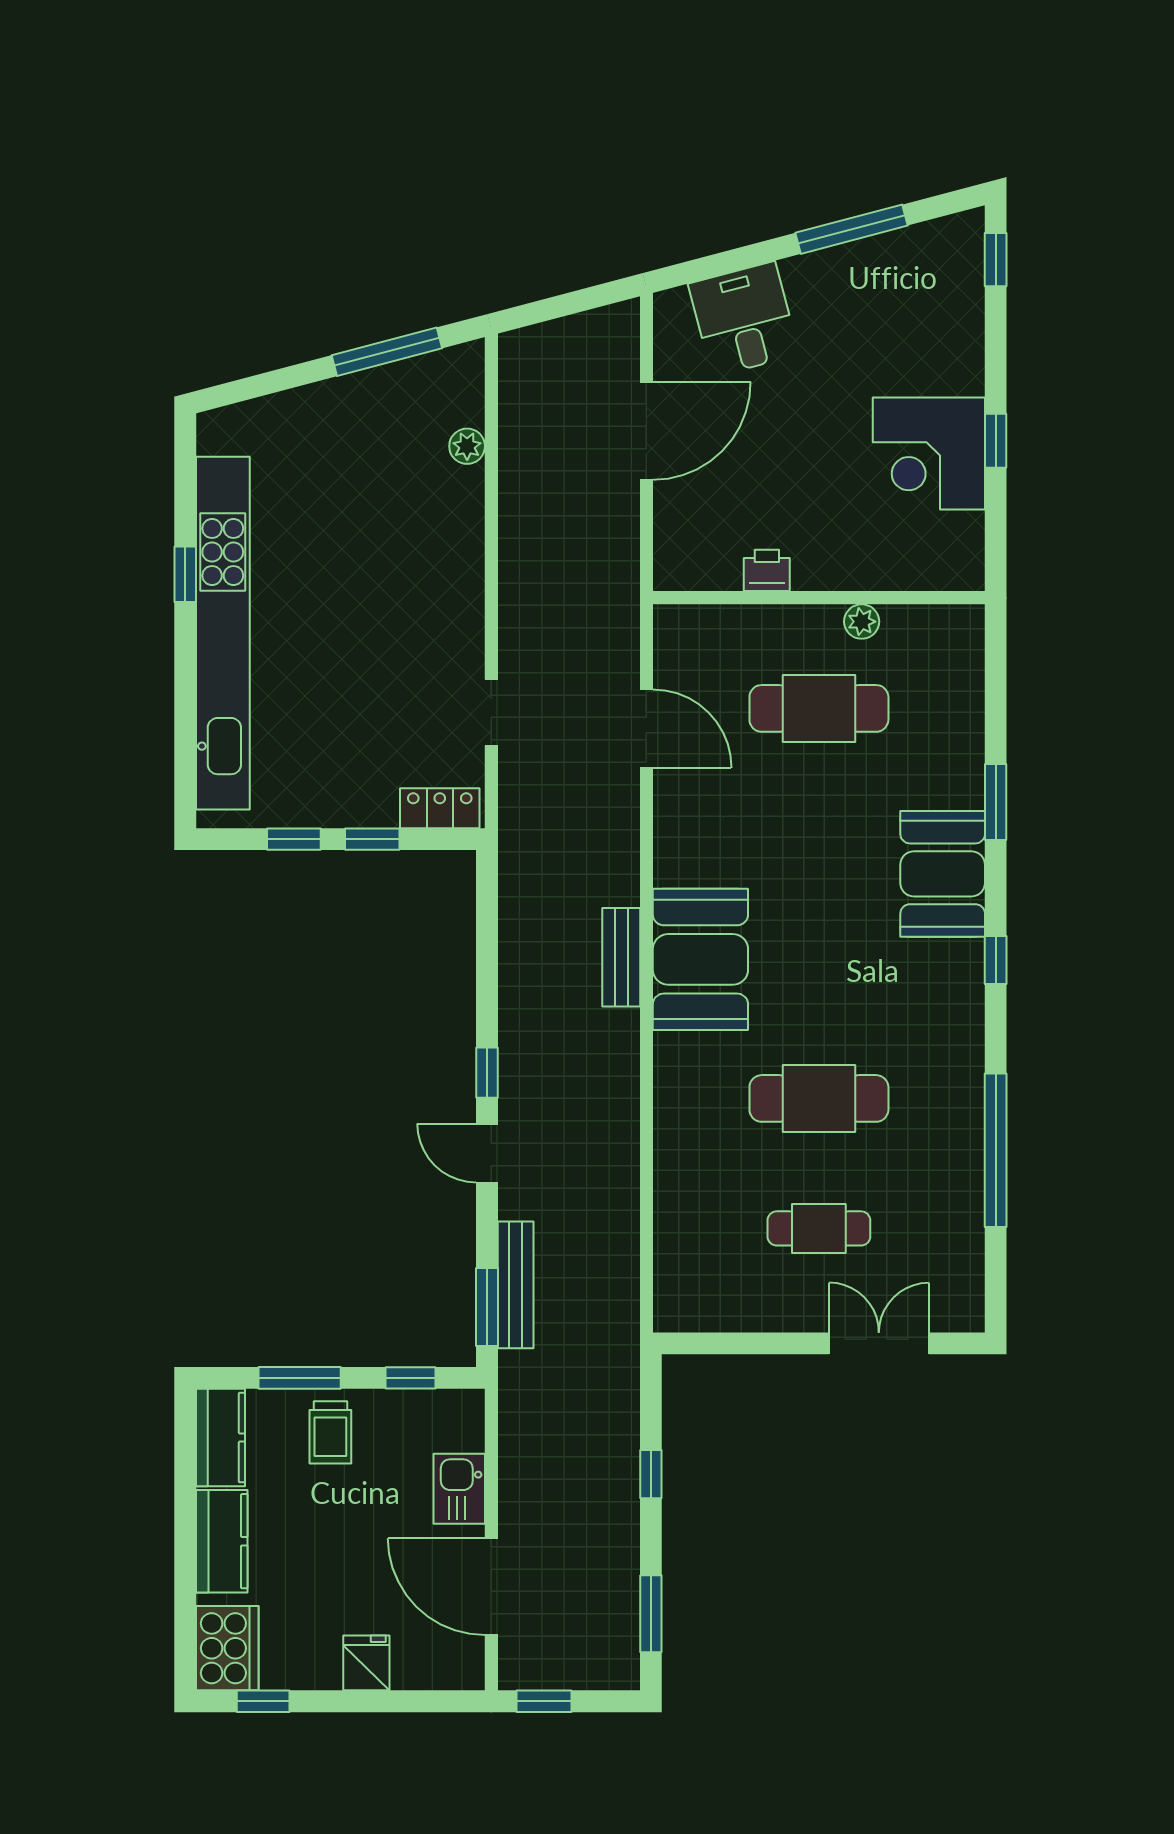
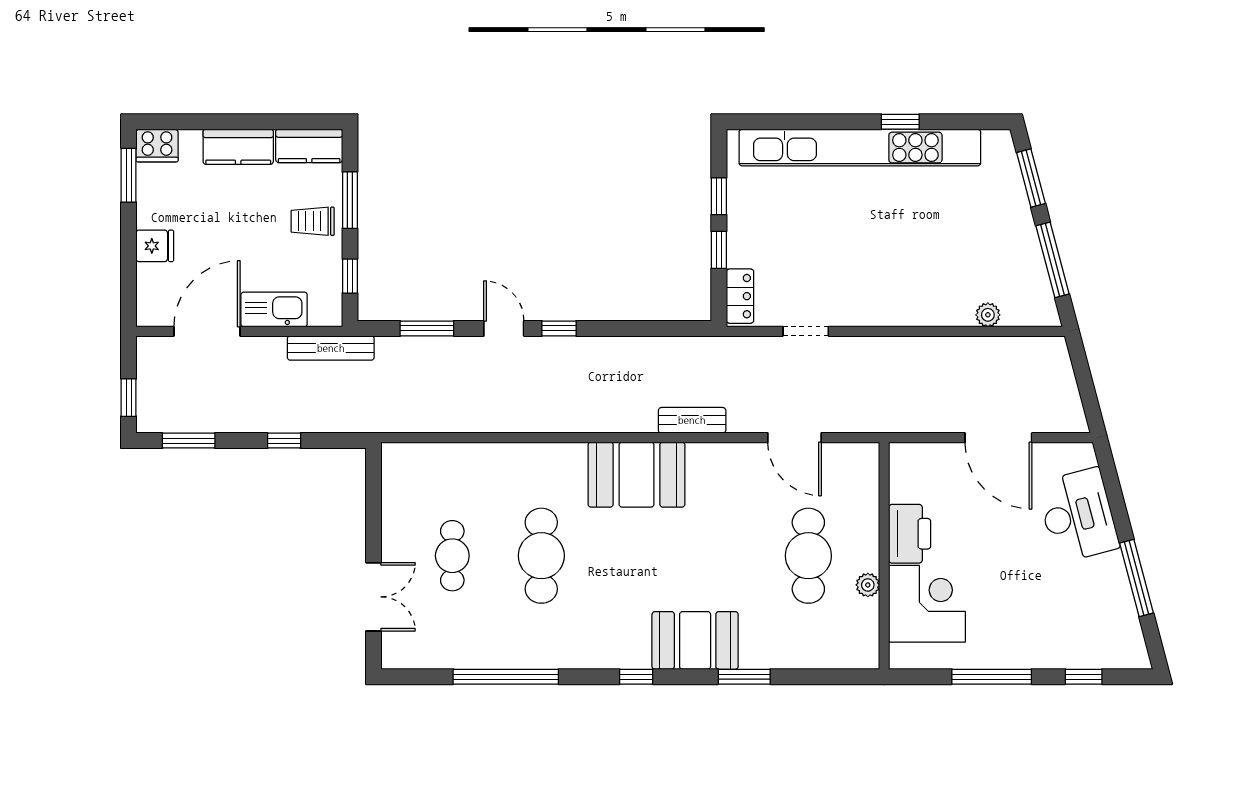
window: (996, 260) -> (1084, 677), moved
desk: (744, 319) -> (1078, 515), width x1.37
window: (267, 383) -> (1031, 178), added
window: (996, 441) -> (992, 677), width x2.17
corner desk: (929, 453) -> (927, 604), moved, turned 90
printer: (767, 570) -> (910, 534), width x1.87, depth x1.48
door: (646, 729) -> (795, 438), hinge flipped
bench: (621, 957) -> (692, 420), moved
door: (487, 1153) -> (504, 328), hinge flipped
bench: (516, 1285) -> (331, 348), moved
window: (487, 1307) -> (427, 328), moved
kitchen sink: (459, 1489) -> (274, 309), width x1.38
cooker: (227, 1648) -> (157, 146), width x0.73, depth x0.76
window: (263, 1701) -> (129, 175), width x1.50
window: (544, 1701) -> (129, 398), moved

